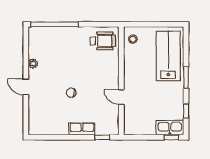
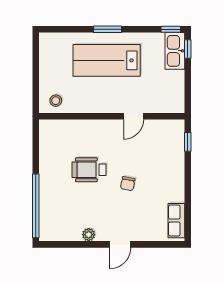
wheelchair: (103, 41) -> (89, 170), moved, turned -90
lab bench: (168, 56) -> (107, 60), moved
window: (186, 111) -> (171, 29), moved
row of seats: (82, 129) -> (176, 221), moved

